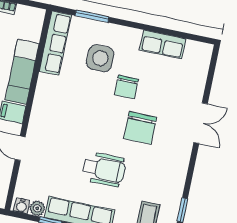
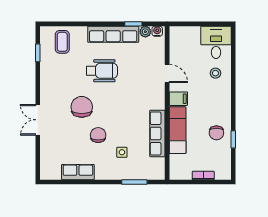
row of seats: (55, 43) -> (157, 133), moved
side table: (100, 58) -> (122, 152), width x0.54, depth x0.54
wheelchair: (104, 169) -> (102, 71), turned 180

